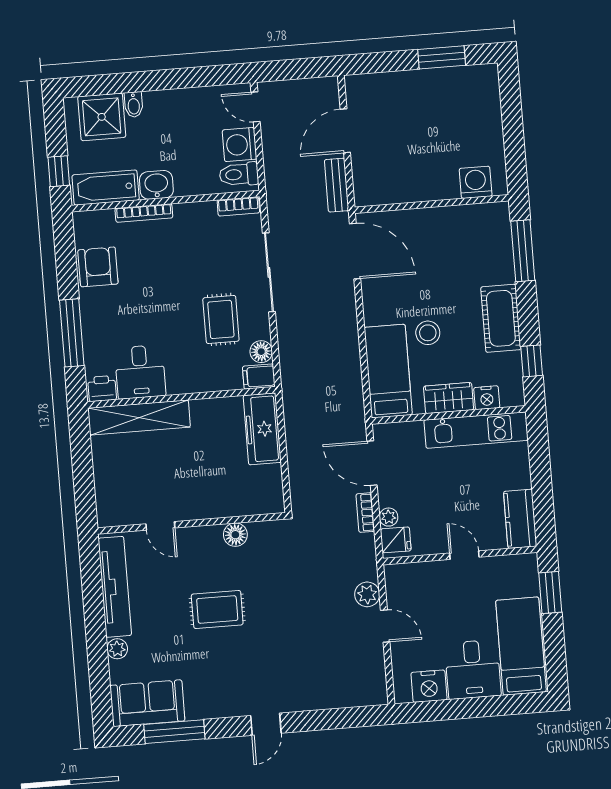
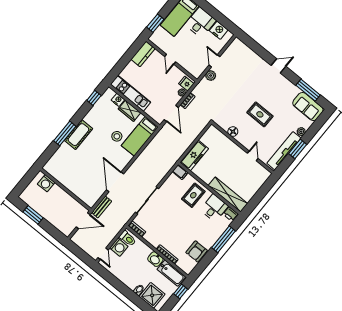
washing machine: (476, 182) -> (46, 183), moved
wall: (432, 204) -> (66, 189), moved
cot: (501, 318) -> (78, 135), moved
rug: (221, 319) -> (193, 195), moved
floor lamp: (261, 352) -> (172, 179), removed
window: (94, 613) -> (298, 149), added

